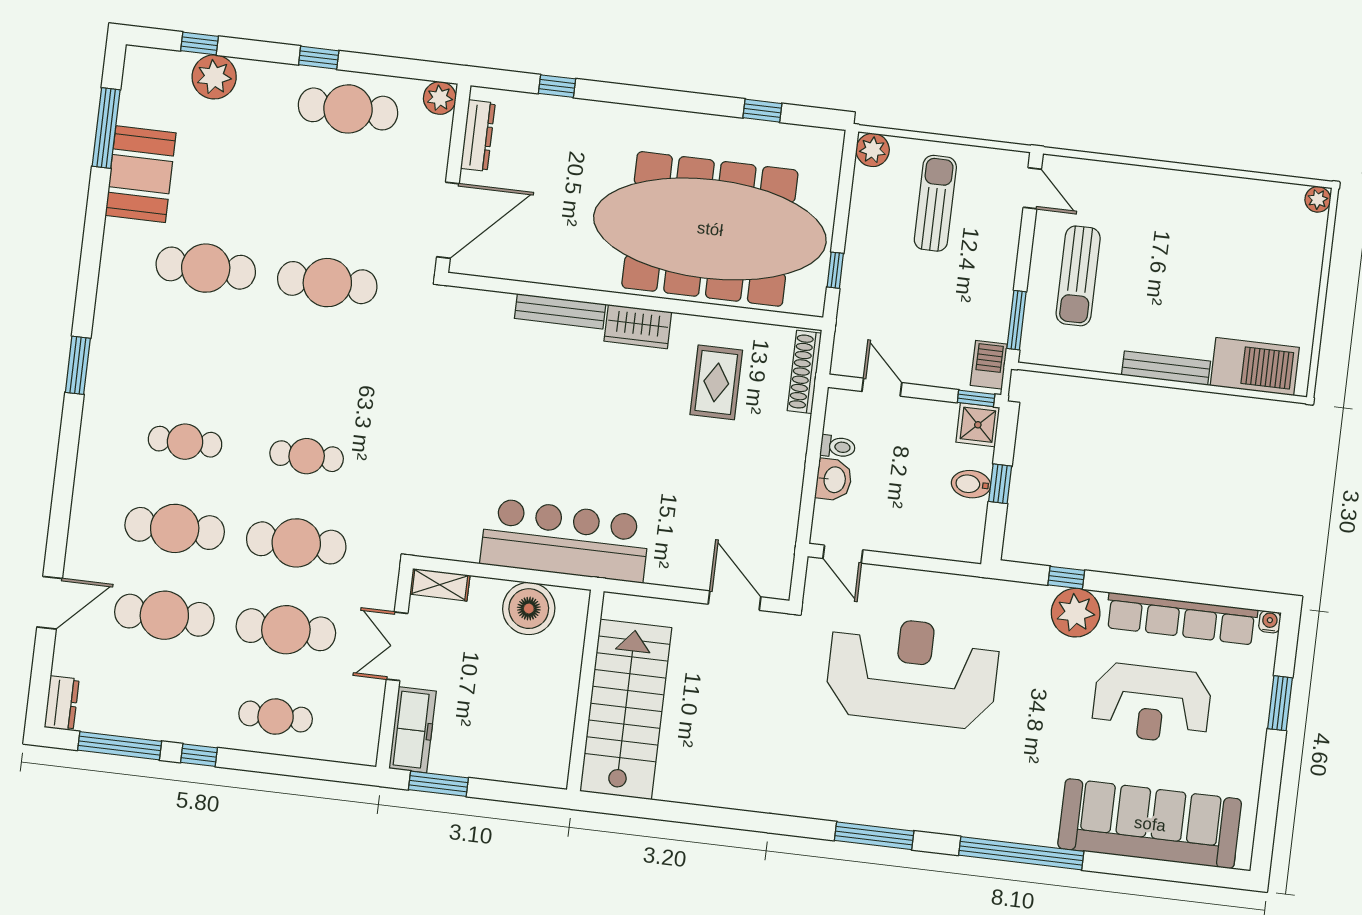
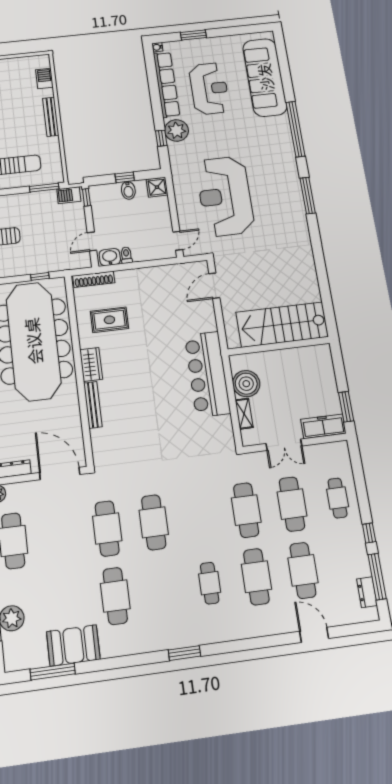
barbecue: (1255, 367) -> (44, 79), width x0.53, depth x0.65
shower: (978, 425) -> (157, 187), moved
cafe table: (307, 456) -> (154, 522), moved, width x1.37, depth x1.35
washbasin: (834, 480) -> (110, 257), moved
shelving: (440, 585) -> (244, 414), moved
dresser: (62, 703) -> (367, 592), moved, turned -90

